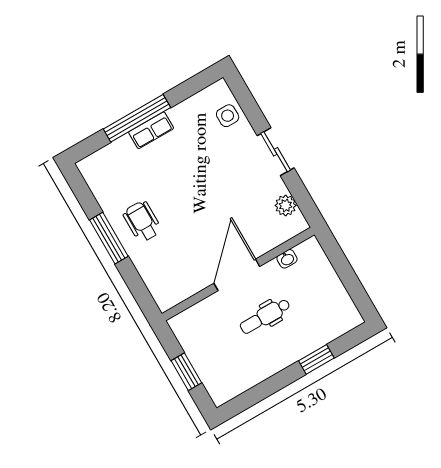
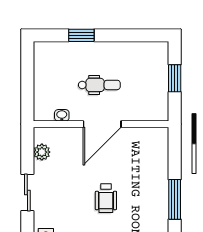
wheelchair: (142, 221) -> (106, 198), moved

